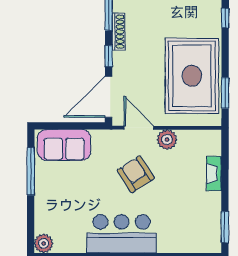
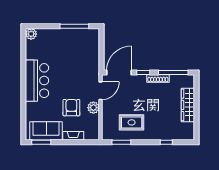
rug: (192, 76) -> (132, 122), width x0.54, depth x0.49
door: (109, 97) -> (119, 73), hinge flipped
sofa: (64, 145) -> (46, 131), moved, turned 90
armchair: (136, 174) -> (71, 108), moved, turned -57

